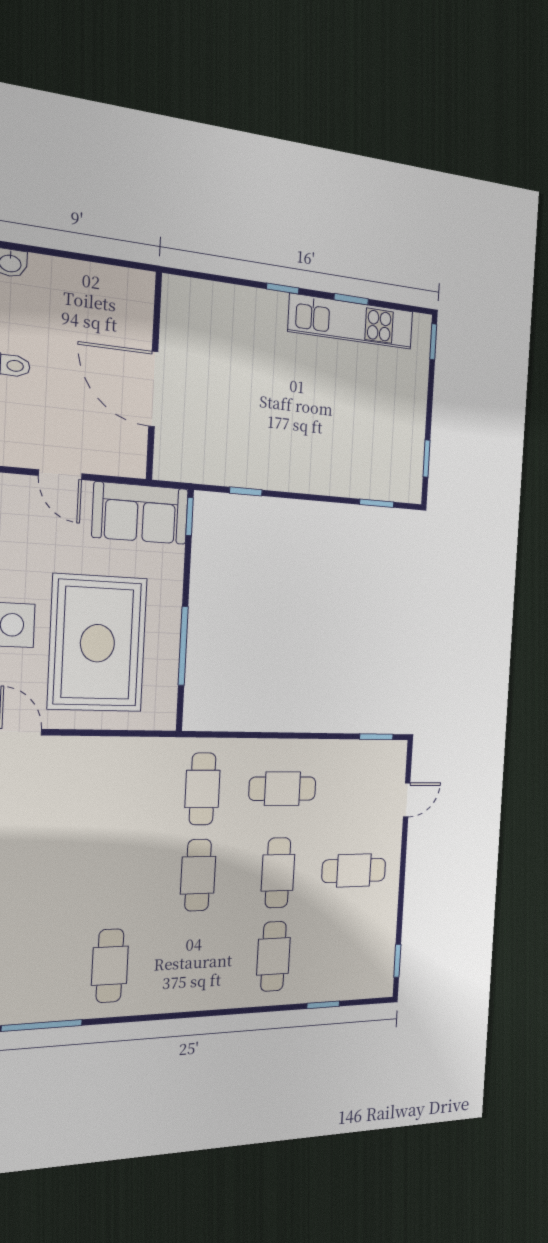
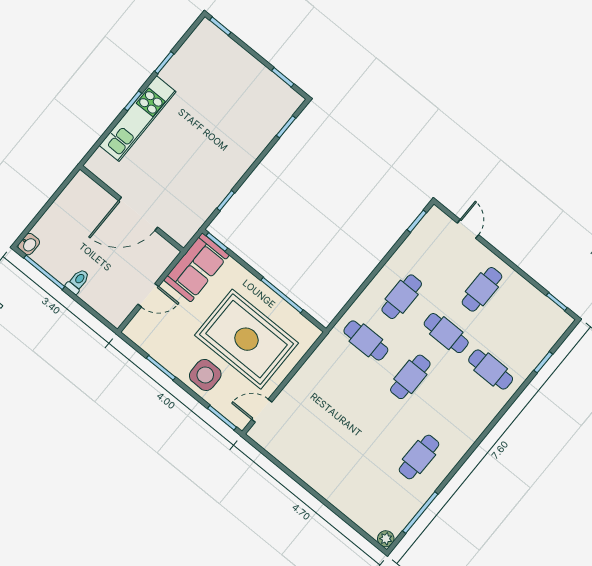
kitchen unit: (351, 322) -> (138, 119), moved
cafe table: (198, 875) -> (410, 377), turned 90
cafe table: (110, 966) -> (419, 457), turned 90

